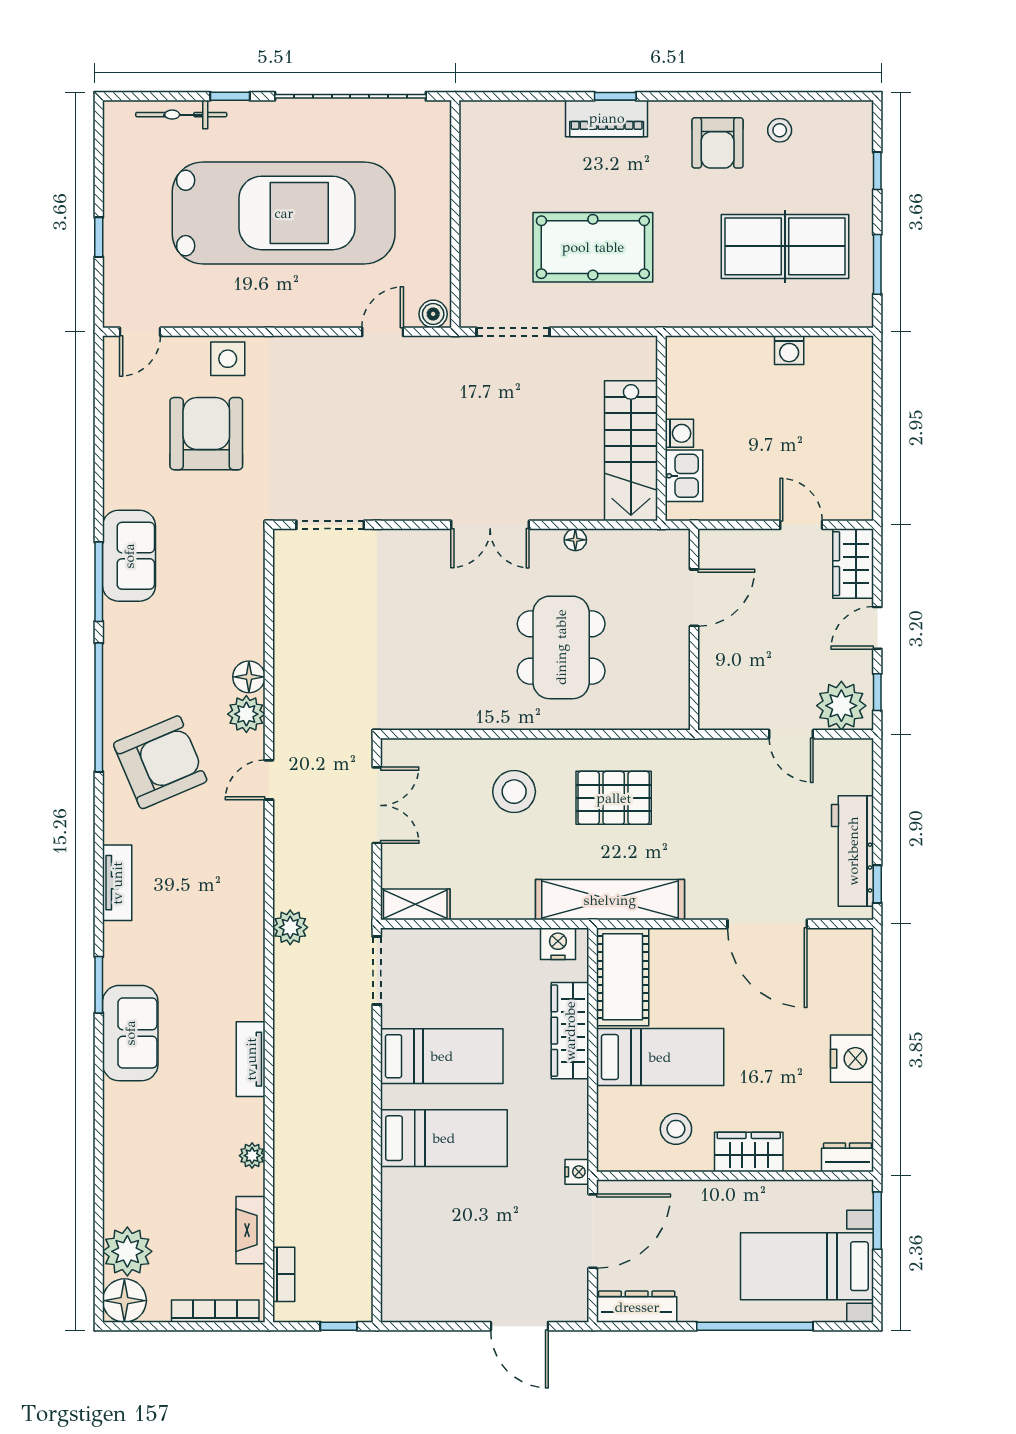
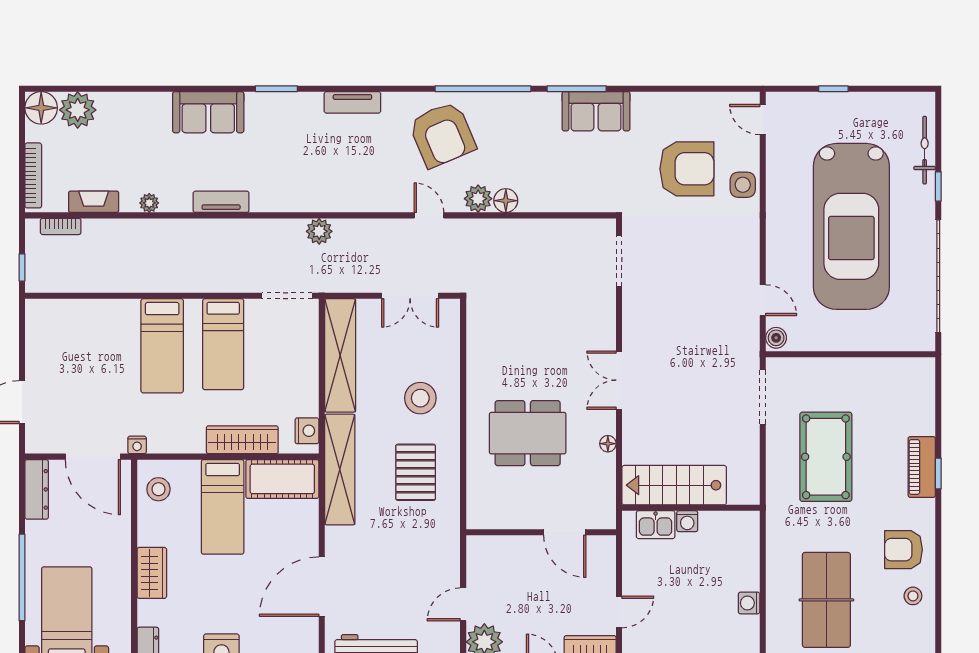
shelving: (415, 904) -> (340, 355), width x2.20, depth x1.33
sofa: (130, 1033) -> (208, 112), moved
stool: (676, 1129) -> (158, 489), moved

